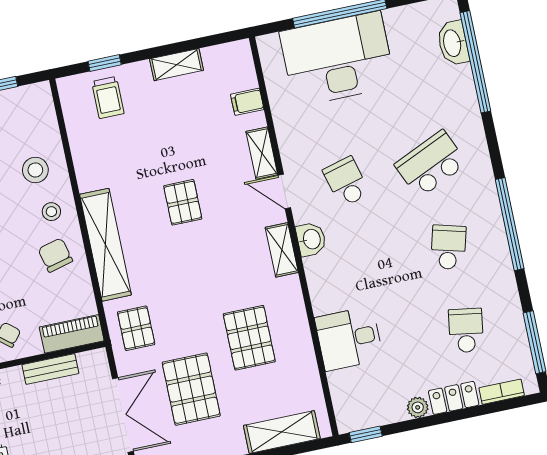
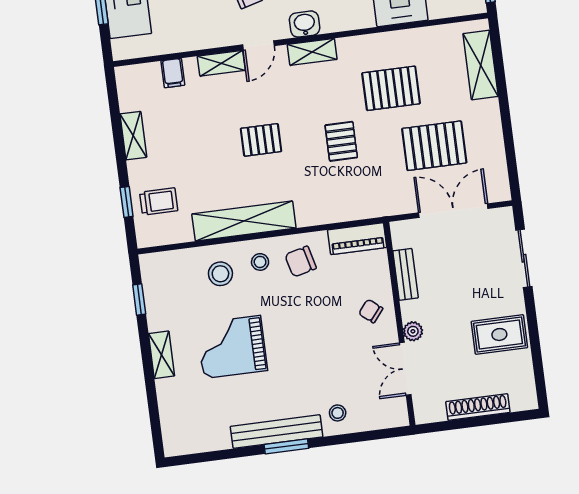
shelving: (105, 245) -> (244, 221), moved
pallet: (136, 328) -> (341, 141), moved, turned 90
piano: (72, 334) -> (357, 239), moved, turned -90

